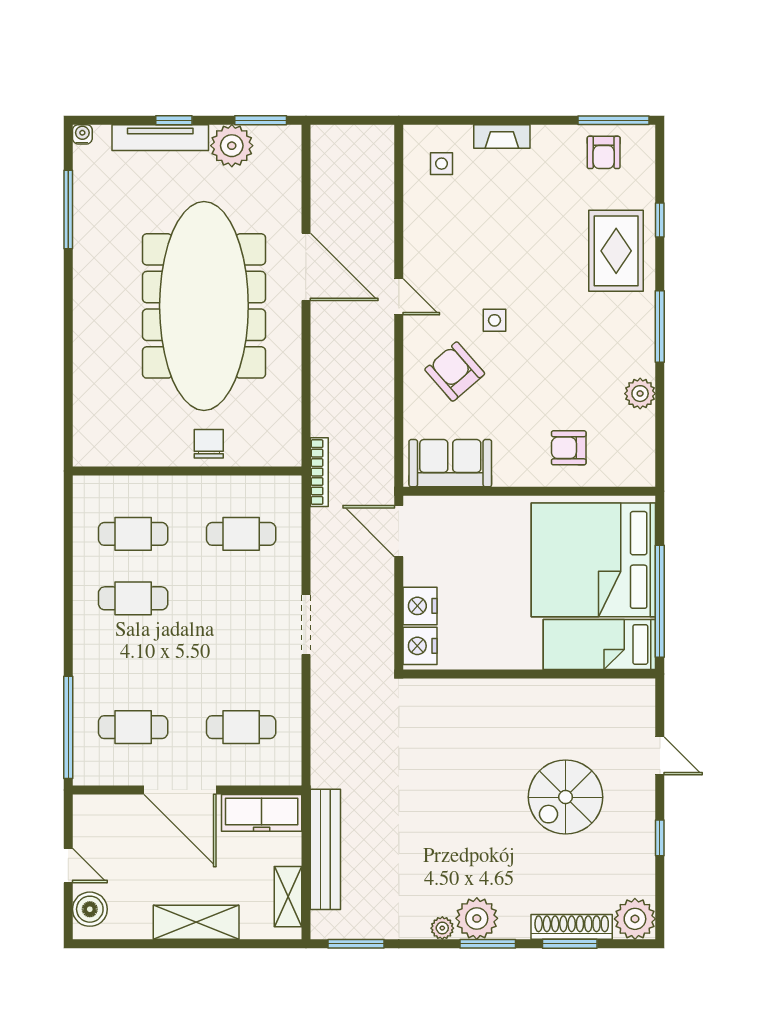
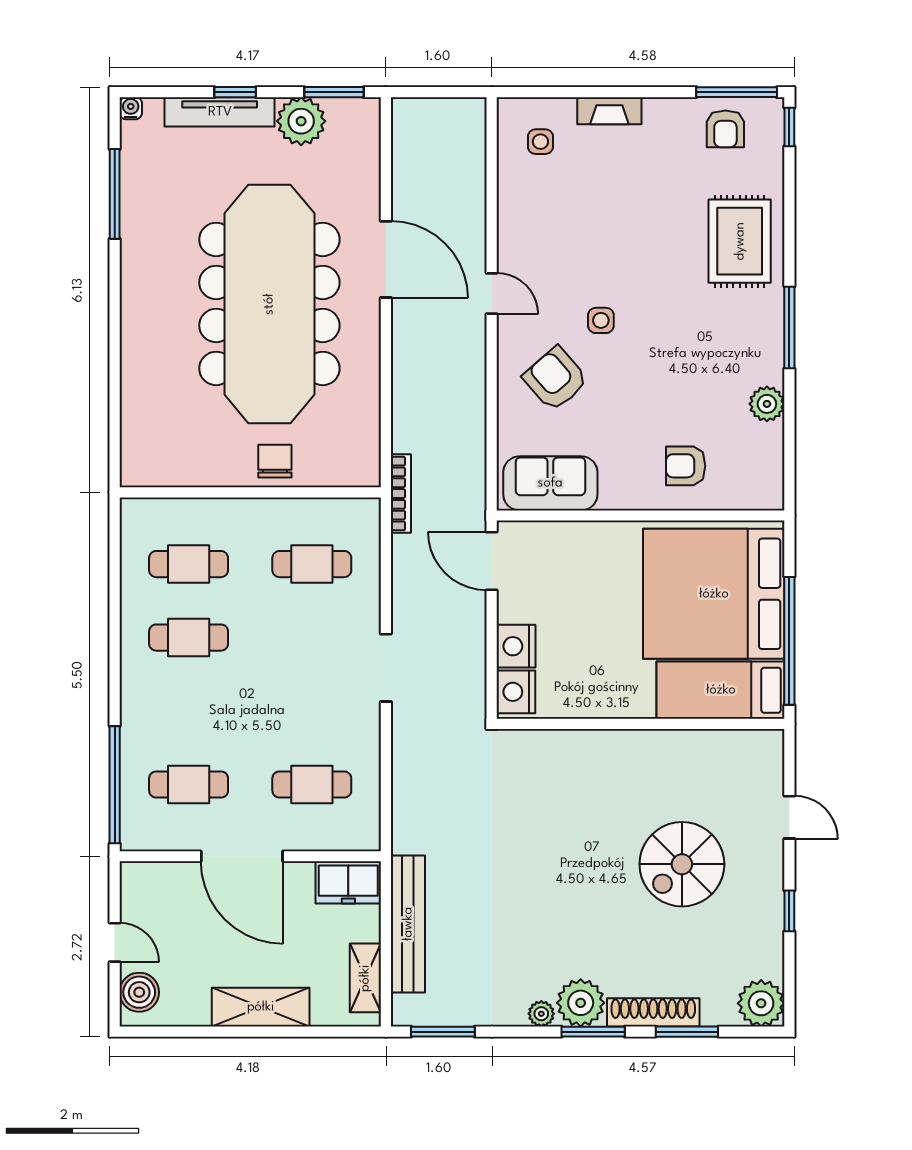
window: (660, 220) -> (789, 127), moved
freezer: (262, 813) -> (348, 882), width x0.71
shoe rack: (572, 927) -> (653, 1012), moved

